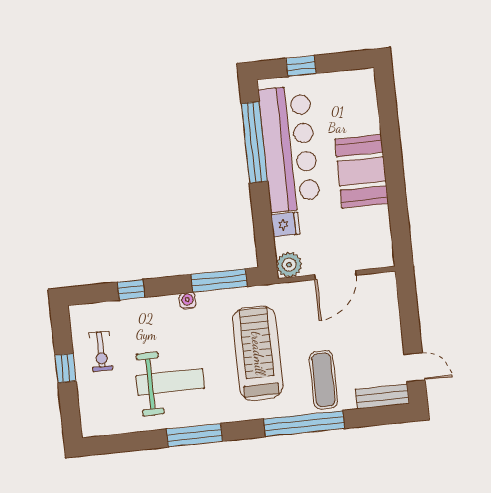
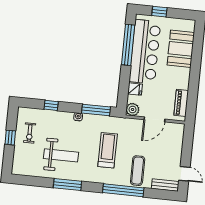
booth: (362, 171) -> (181, 49), moved
piano: (380, 232) -> (181, 103), added
treadmill: (258, 353) -> (108, 150), width x0.73, depth x0.73

